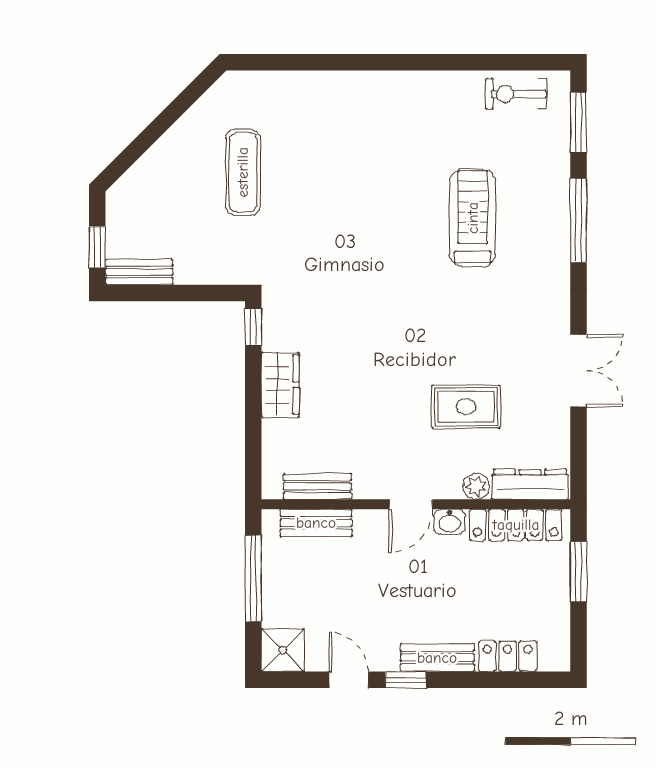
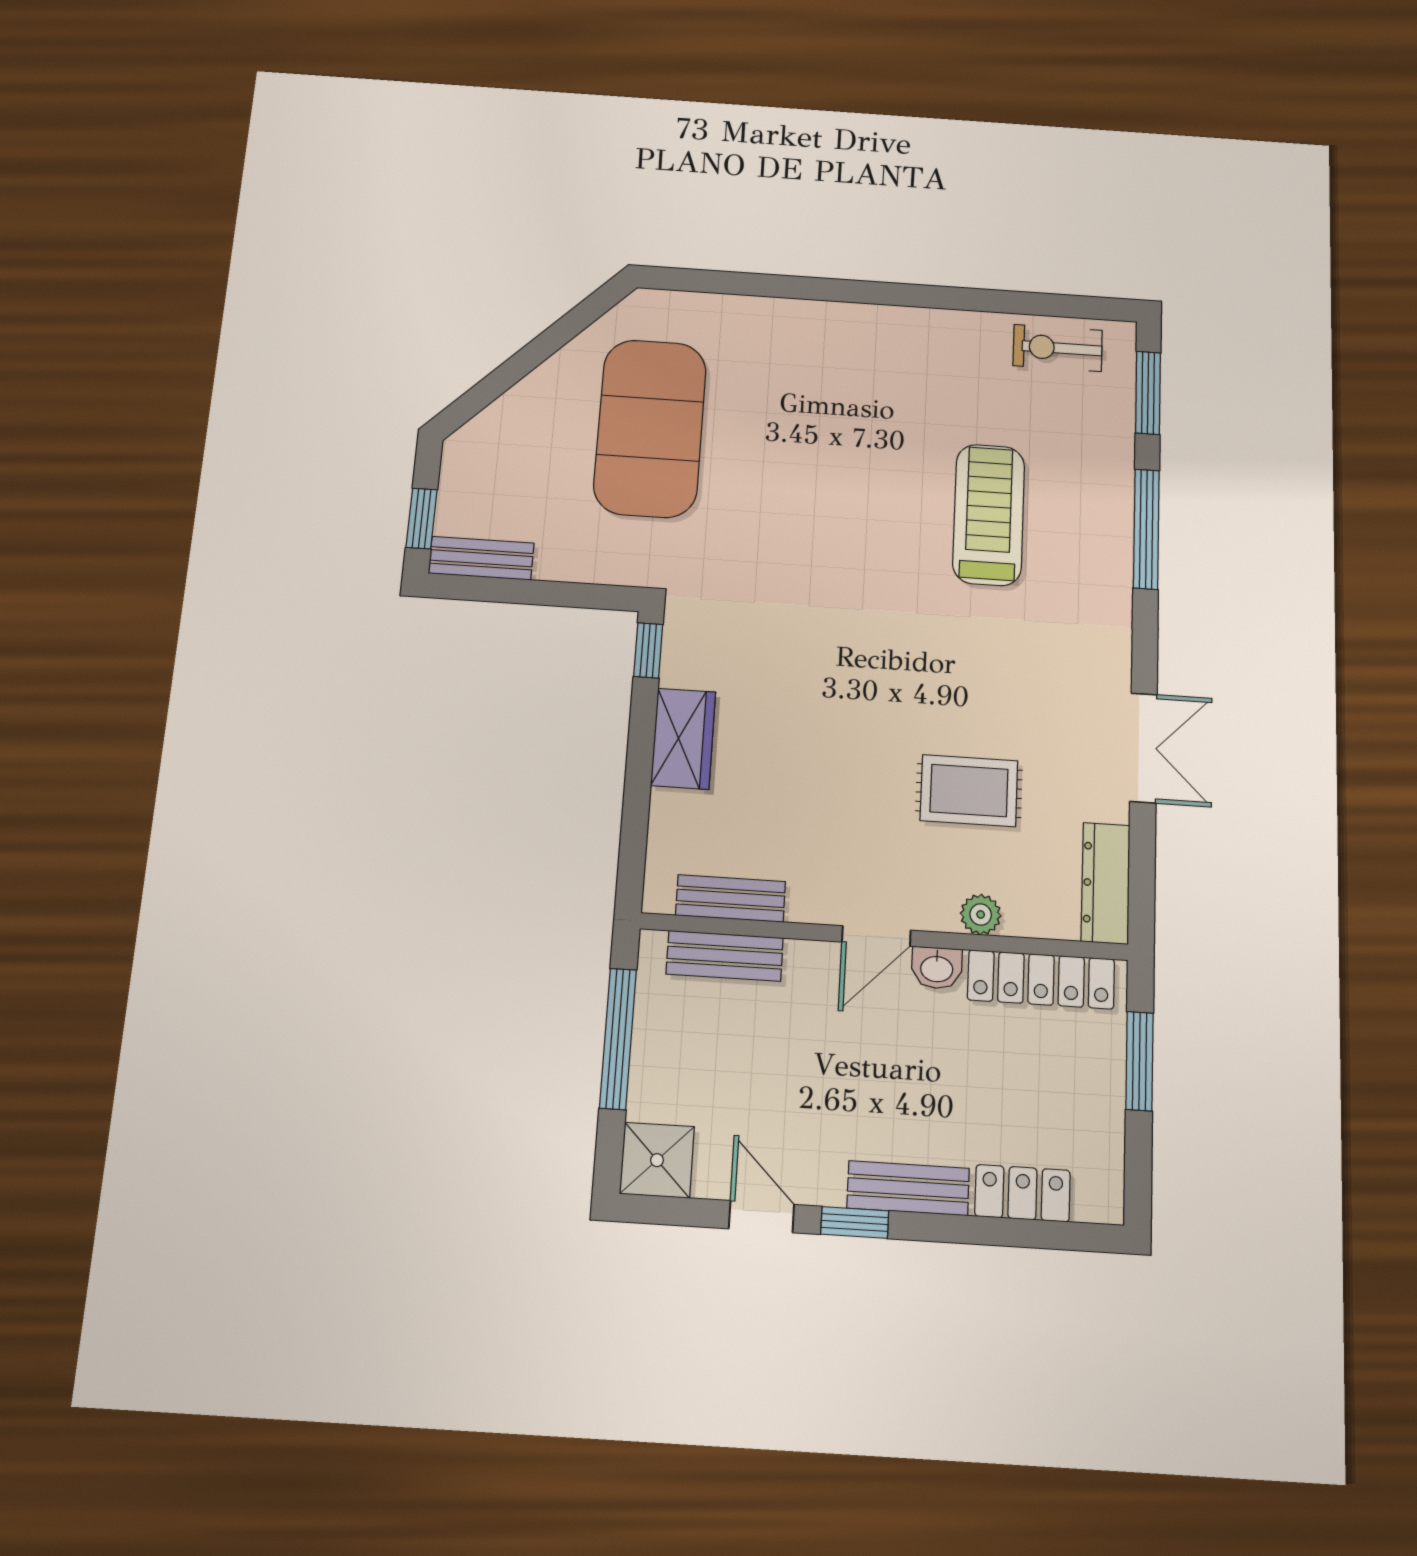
exercise mat: (243, 172) -> (650, 428), width x2.00, depth x1.45
dresser: (530, 484) -> (1106, 883), moved, turned -90

